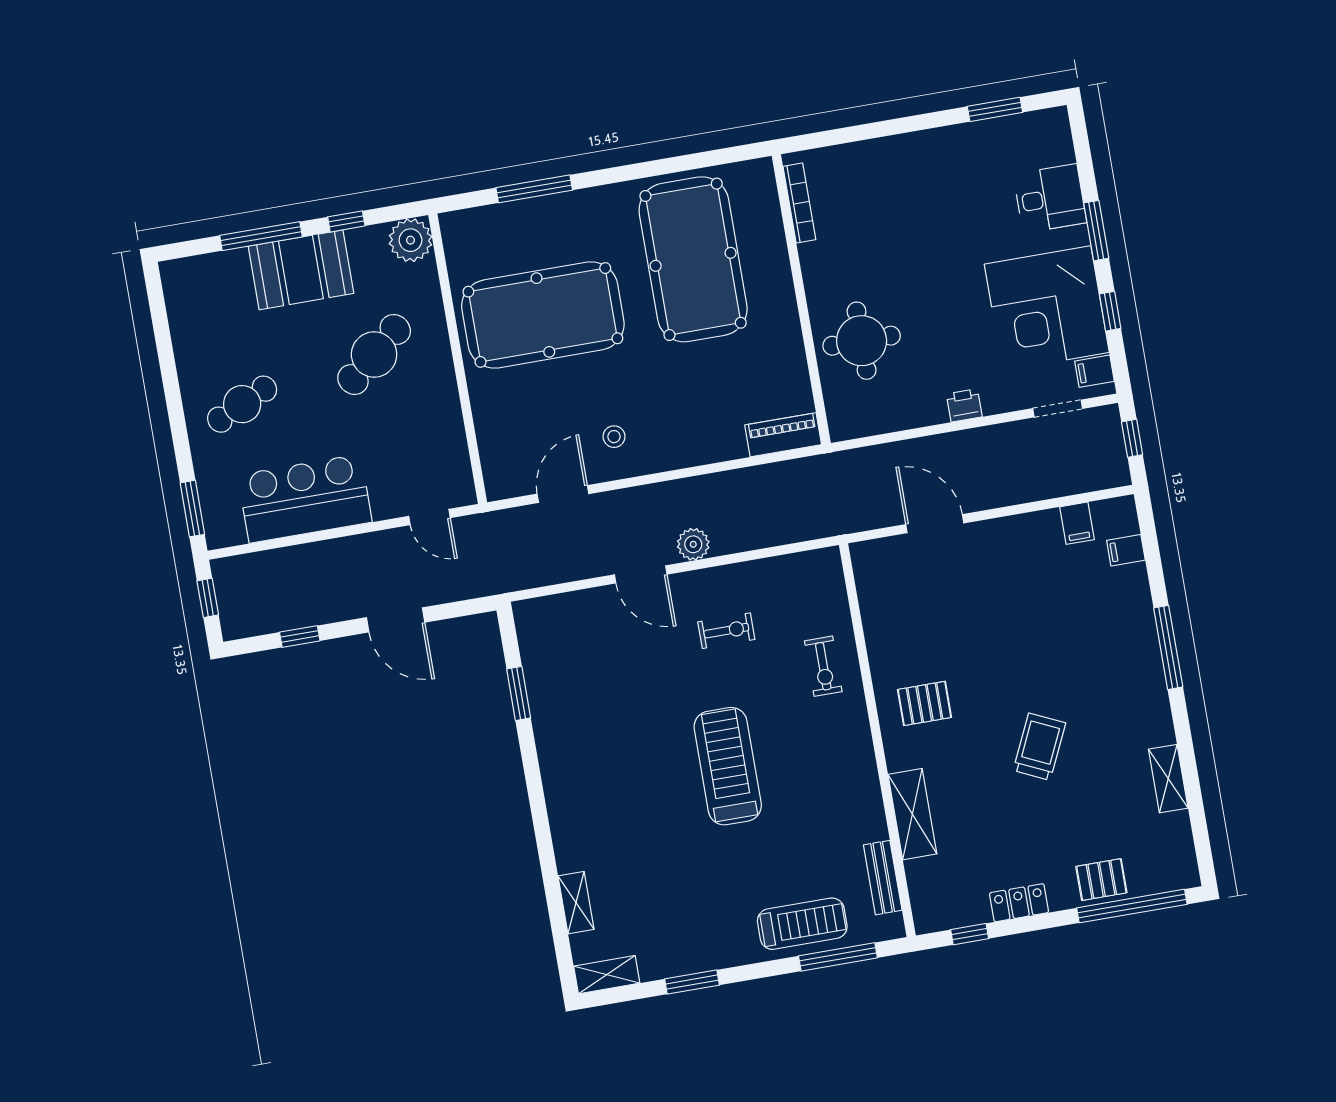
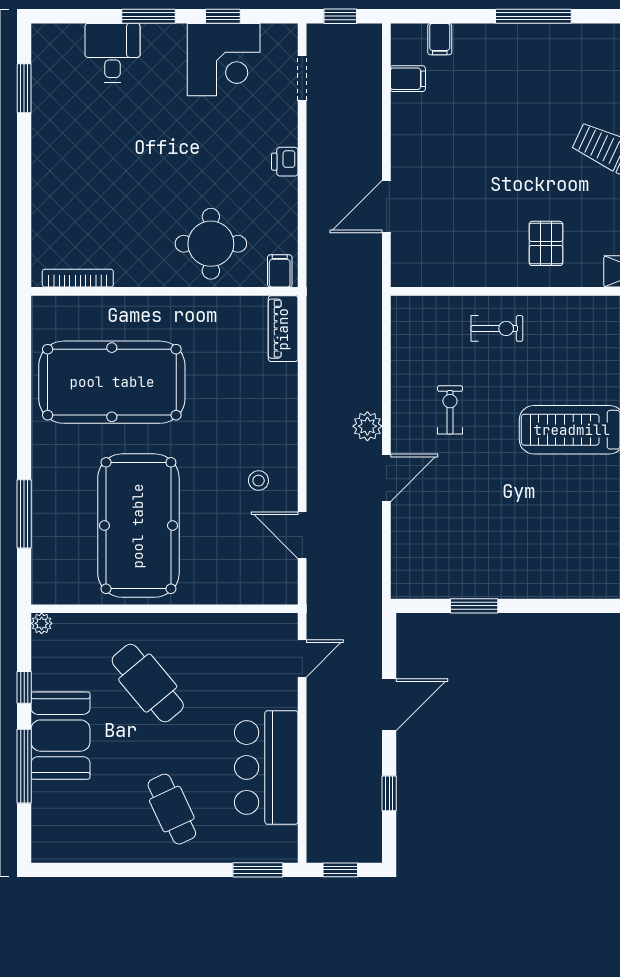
plant: (410, 240) -> (42, 623), width x0.53, depth x0.53
corner desk: (1047, 308) -> (224, 60), width x0.74, depth x0.74
filing cabinet: (1095, 371) -> (280, 271), moved, turned 180

